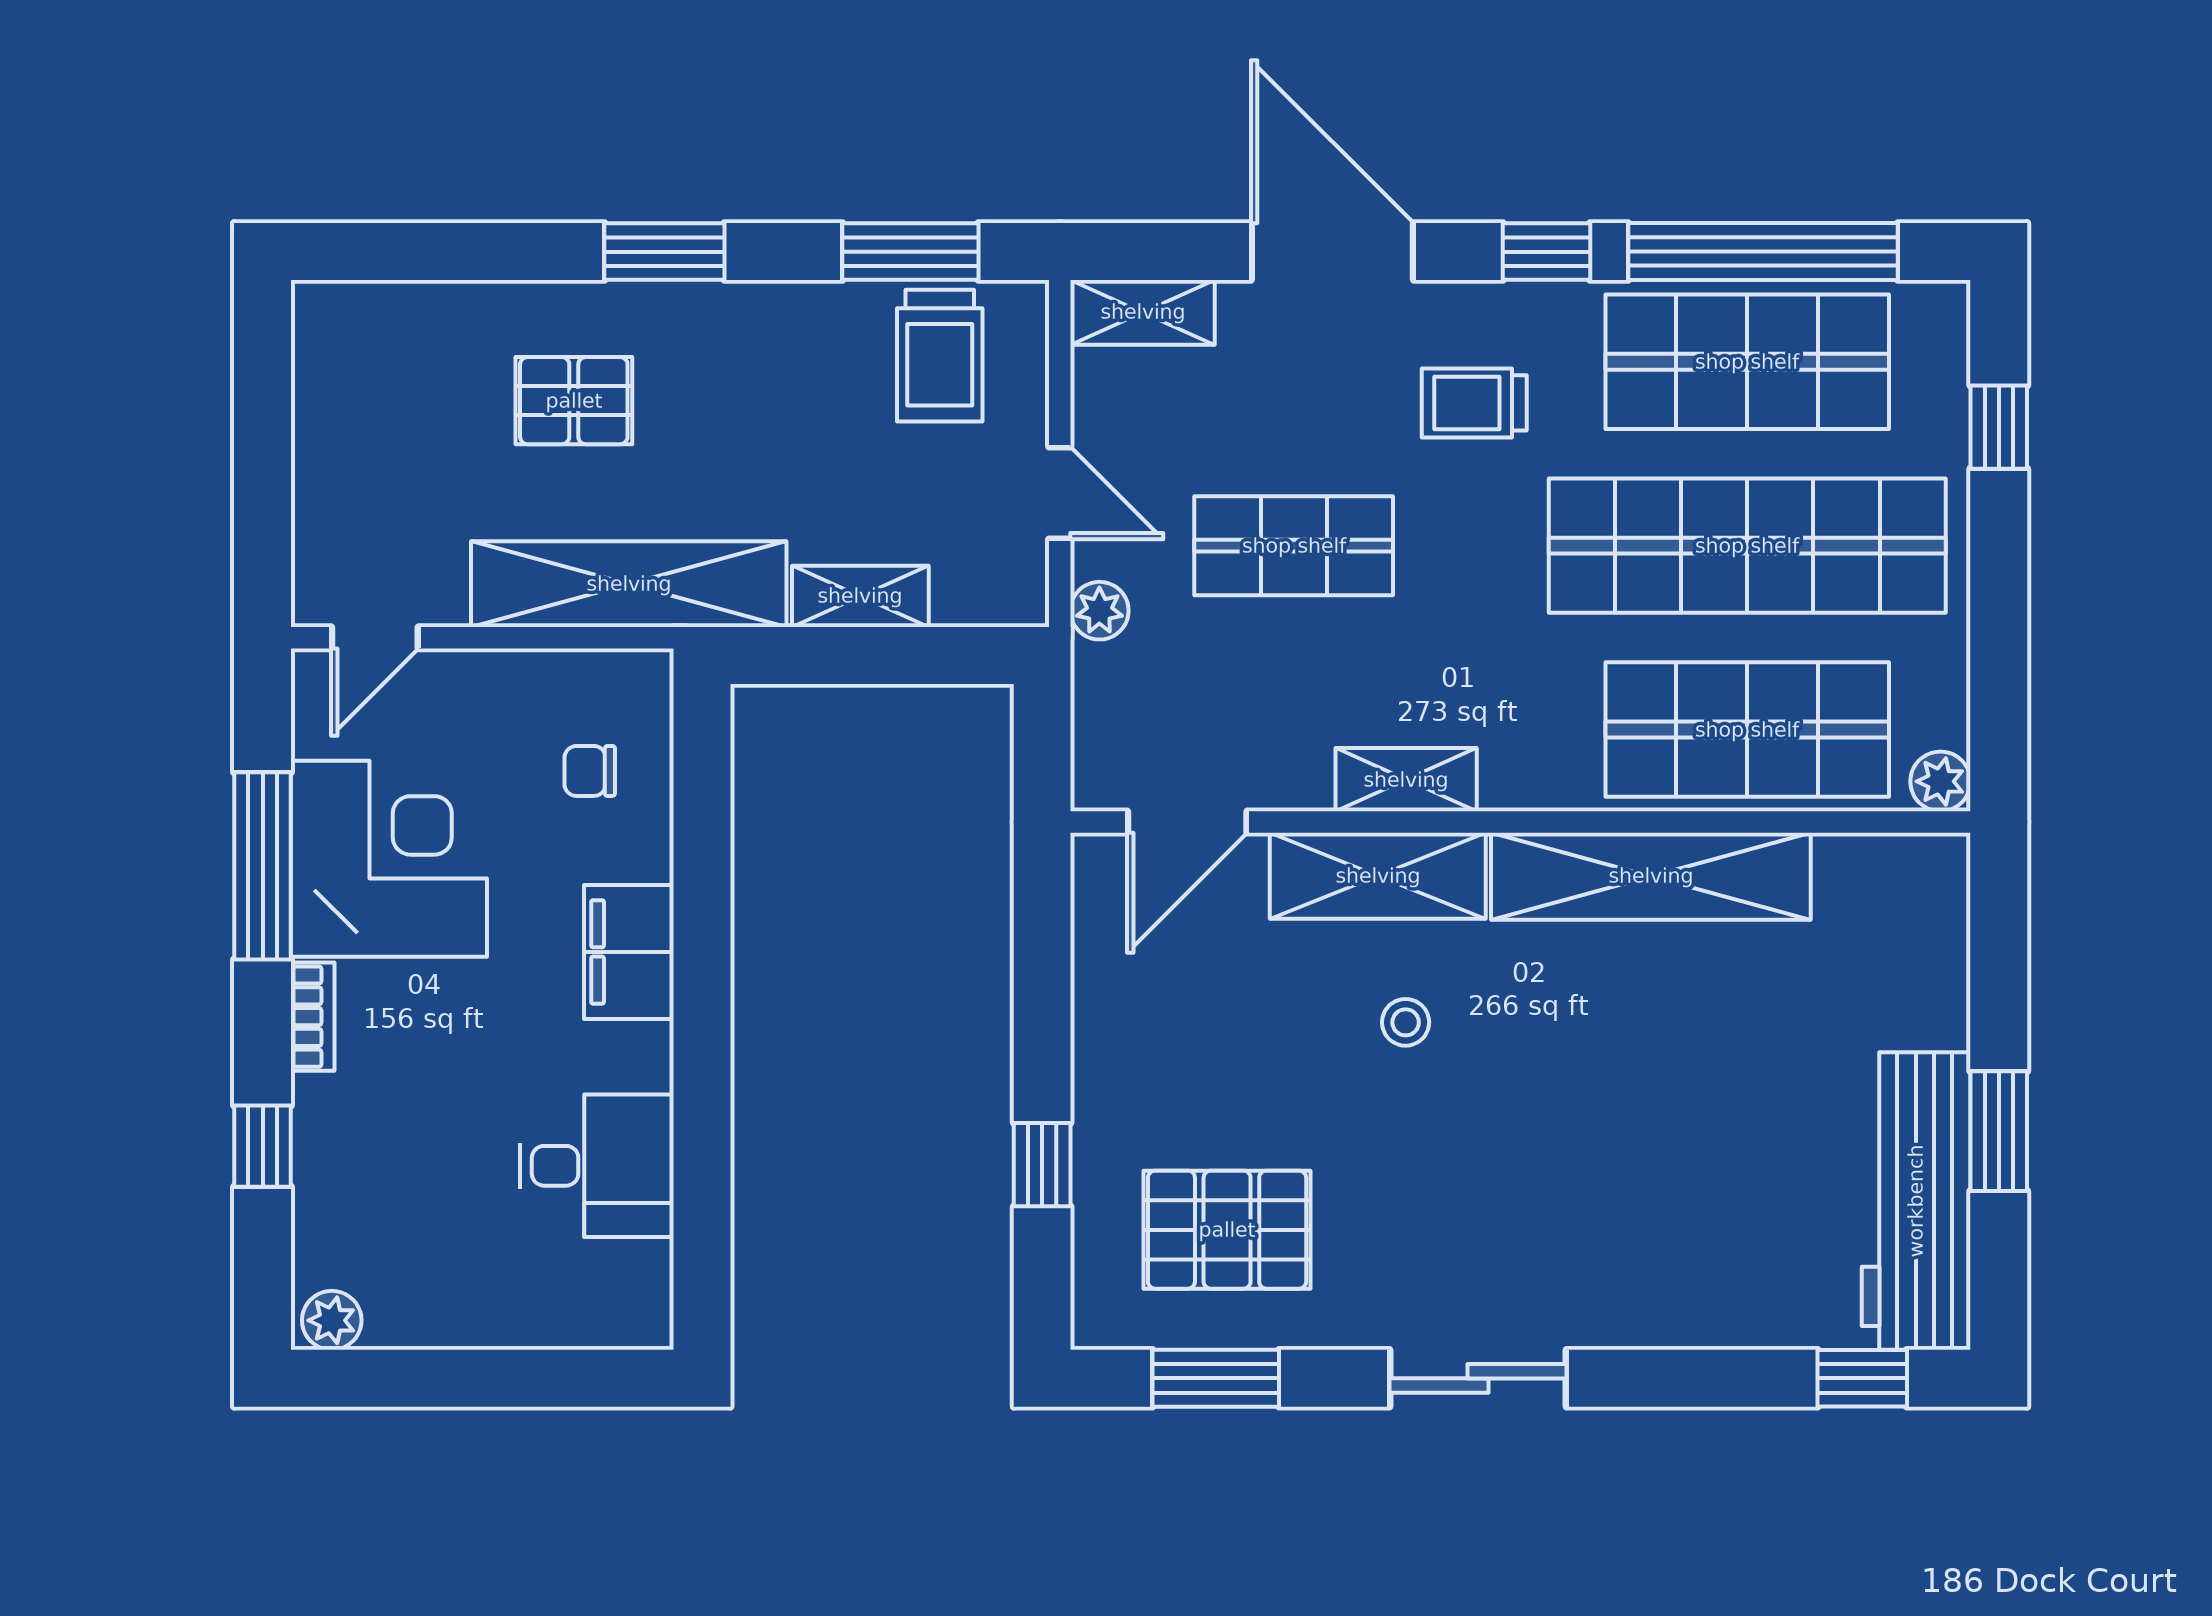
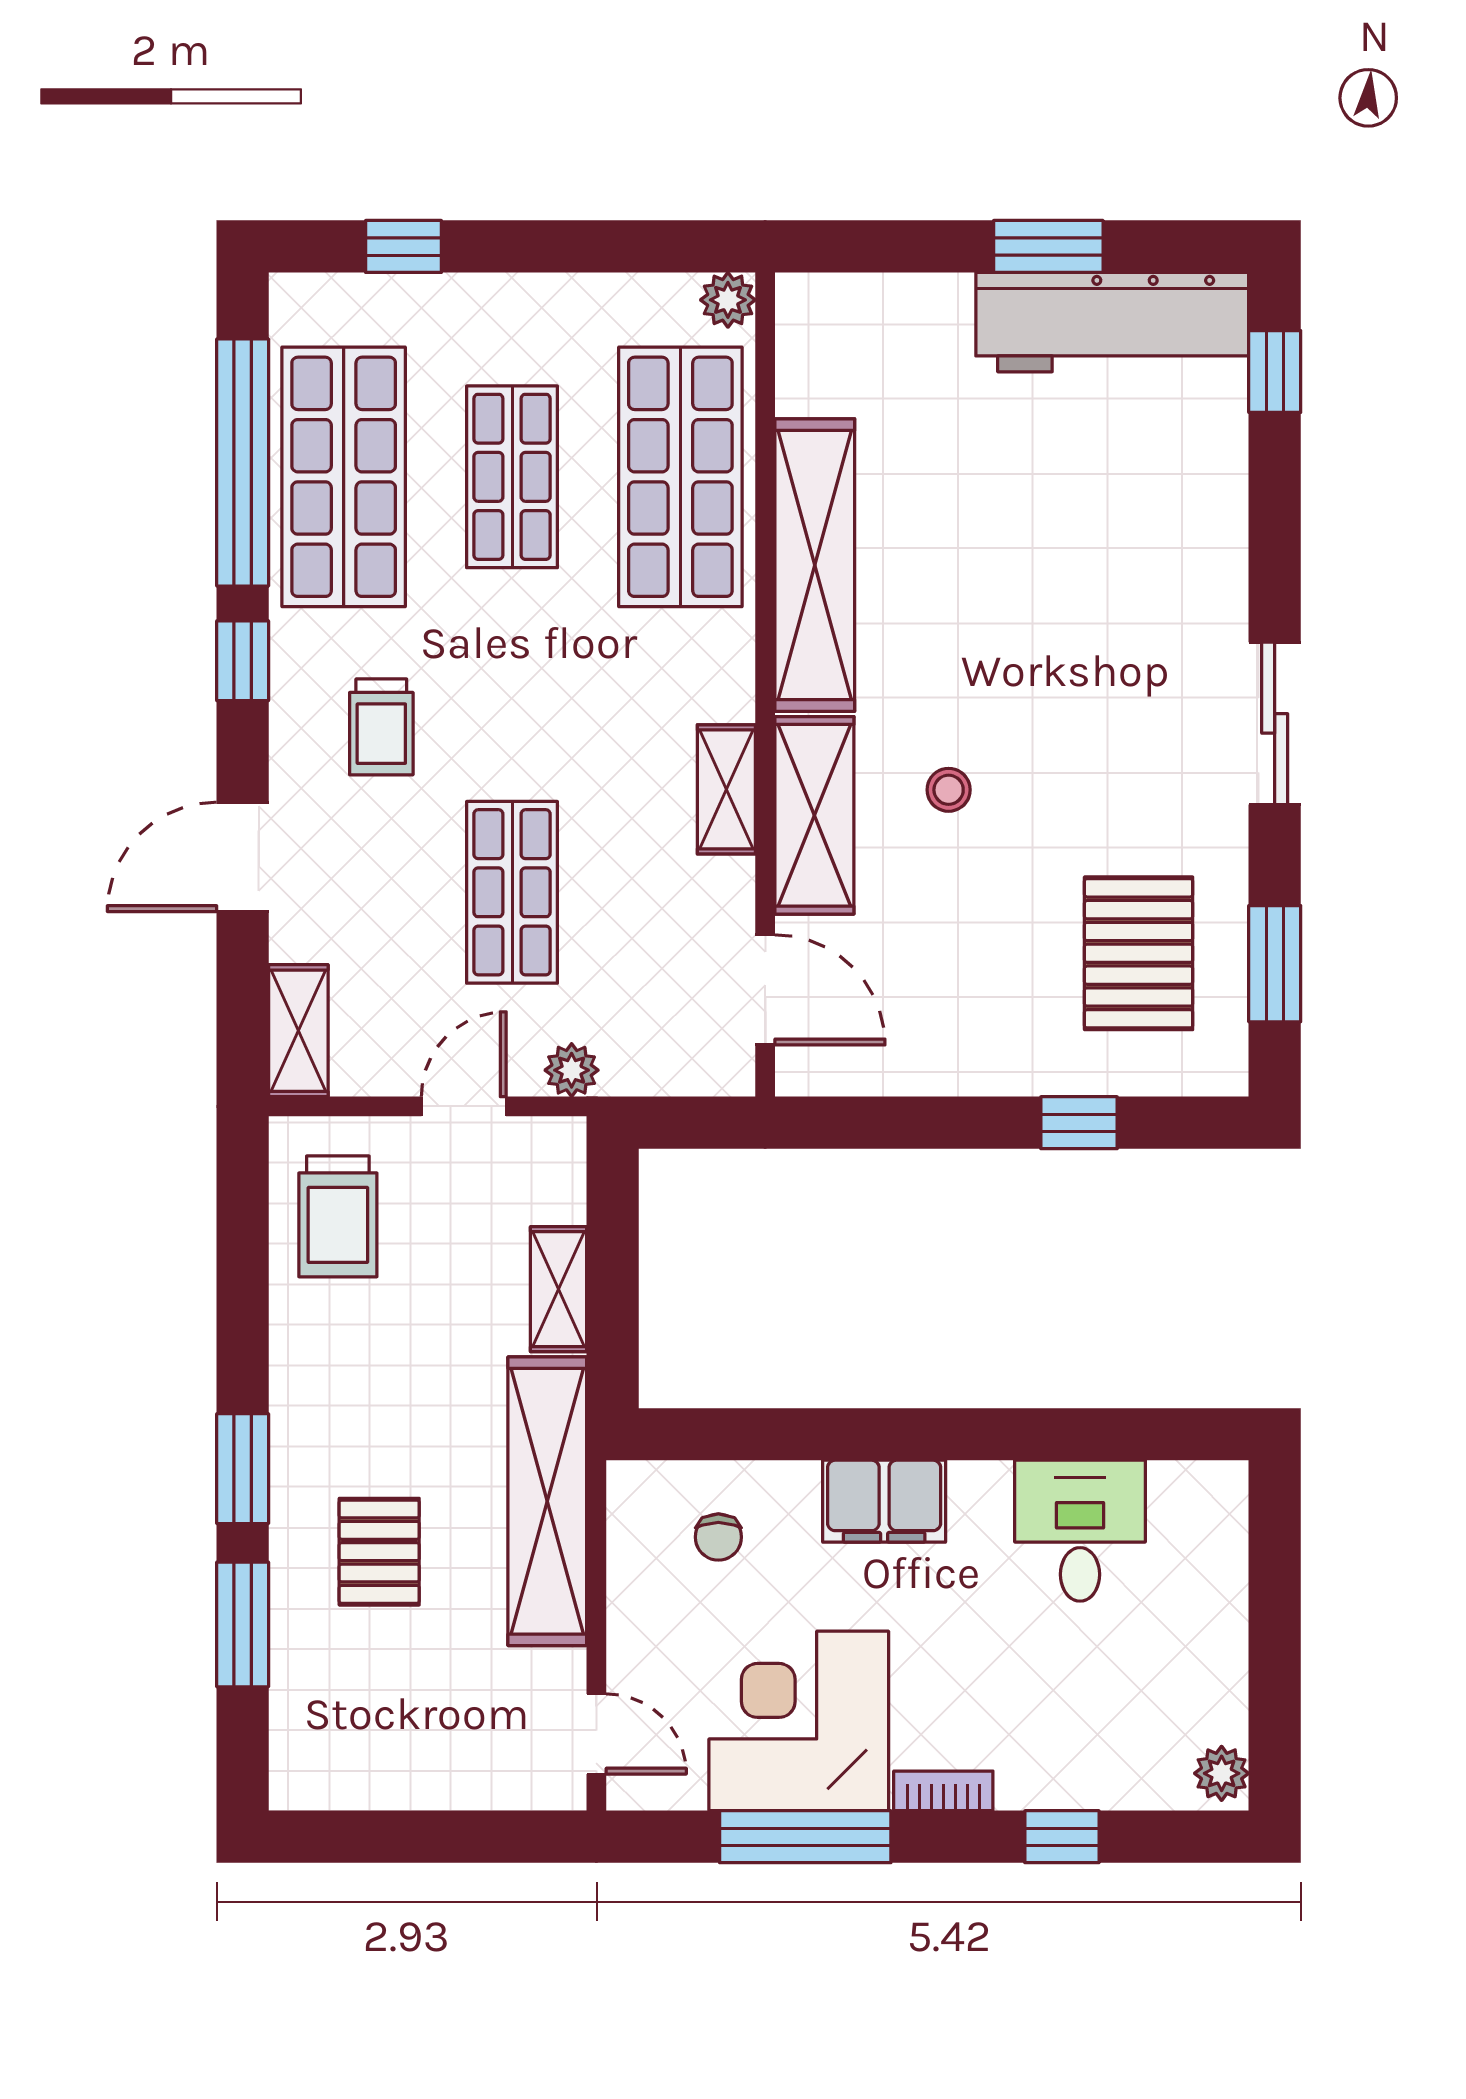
window: (910, 252) -> (243, 1624), moved
door: (1332, 252) -> (243, 857), width x0.73
trolley: (940, 356) -> (338, 1216), turned 90
shop shelf: (1747, 546) -> (512, 477), width x0.50, depth x0.74

